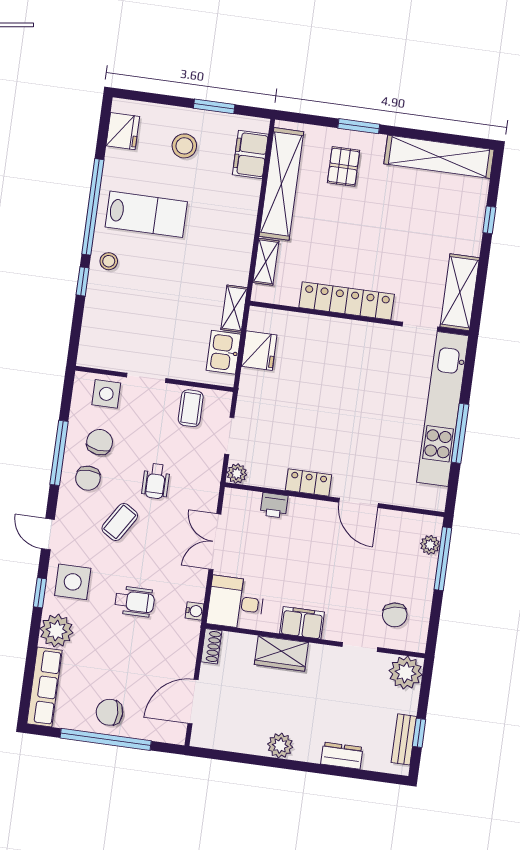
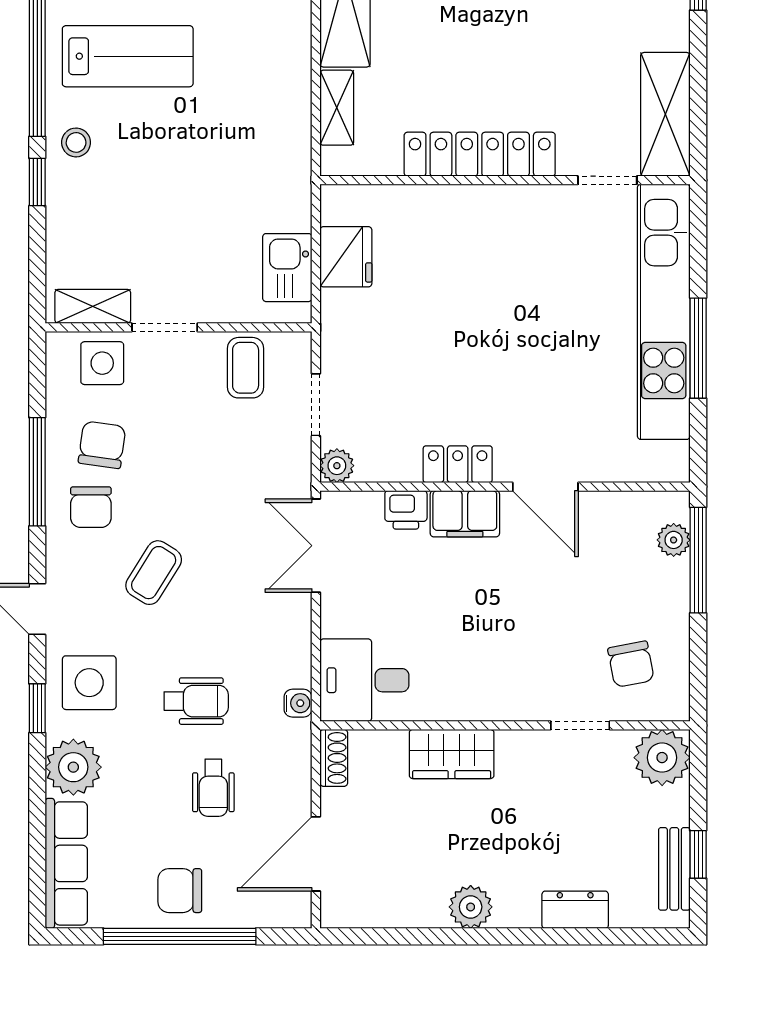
shelving: (234, 309) -> (93, 306), moved, turned 90
wheelchair: (156, 481) -> (213, 788), moved
double door: (215, 542) -> (316, 546), moved
filing cabinet: (302, 623) -> (465, 514), moved, turned 180

